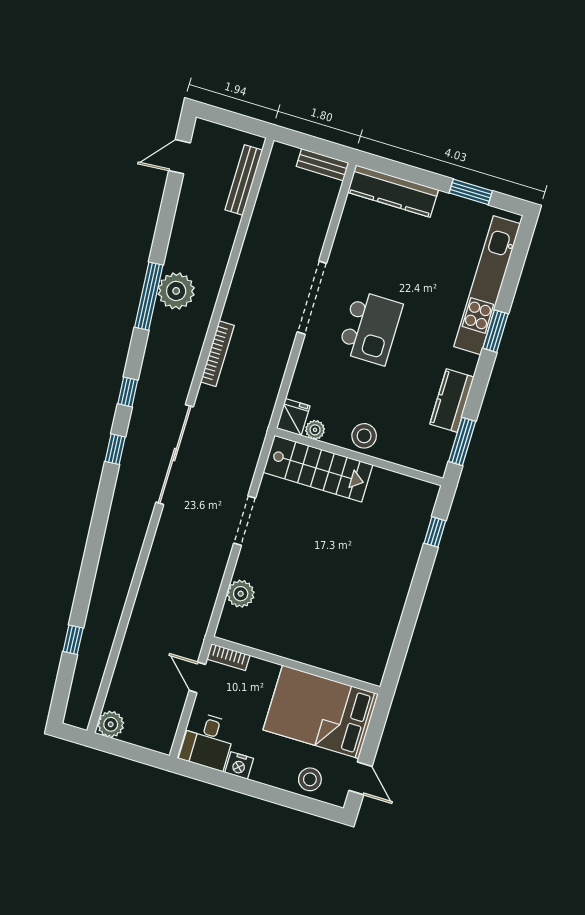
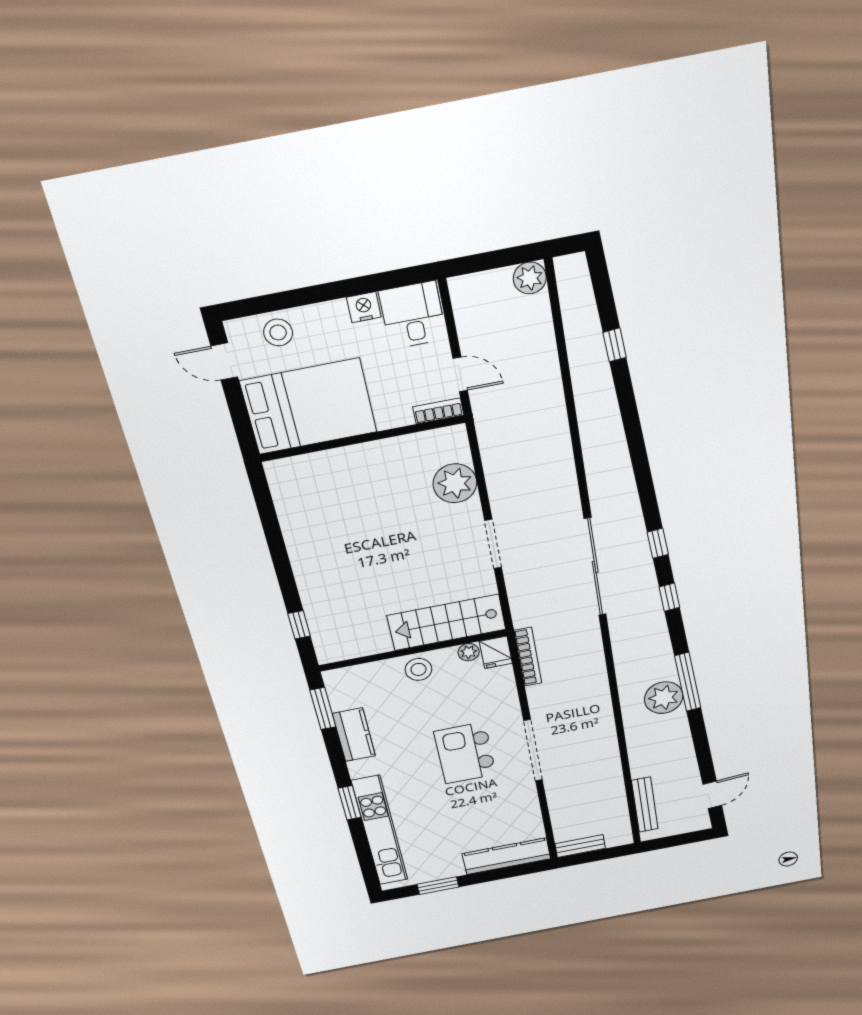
bookcase: (217, 354) -> (528, 657), moved, turned 180
plant: (241, 594) -> (455, 483), width x1.36, depth x1.36

